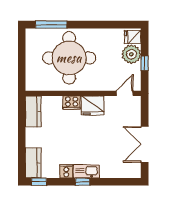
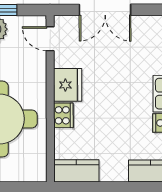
double door: (145, 144) -> (105, 10), moved

